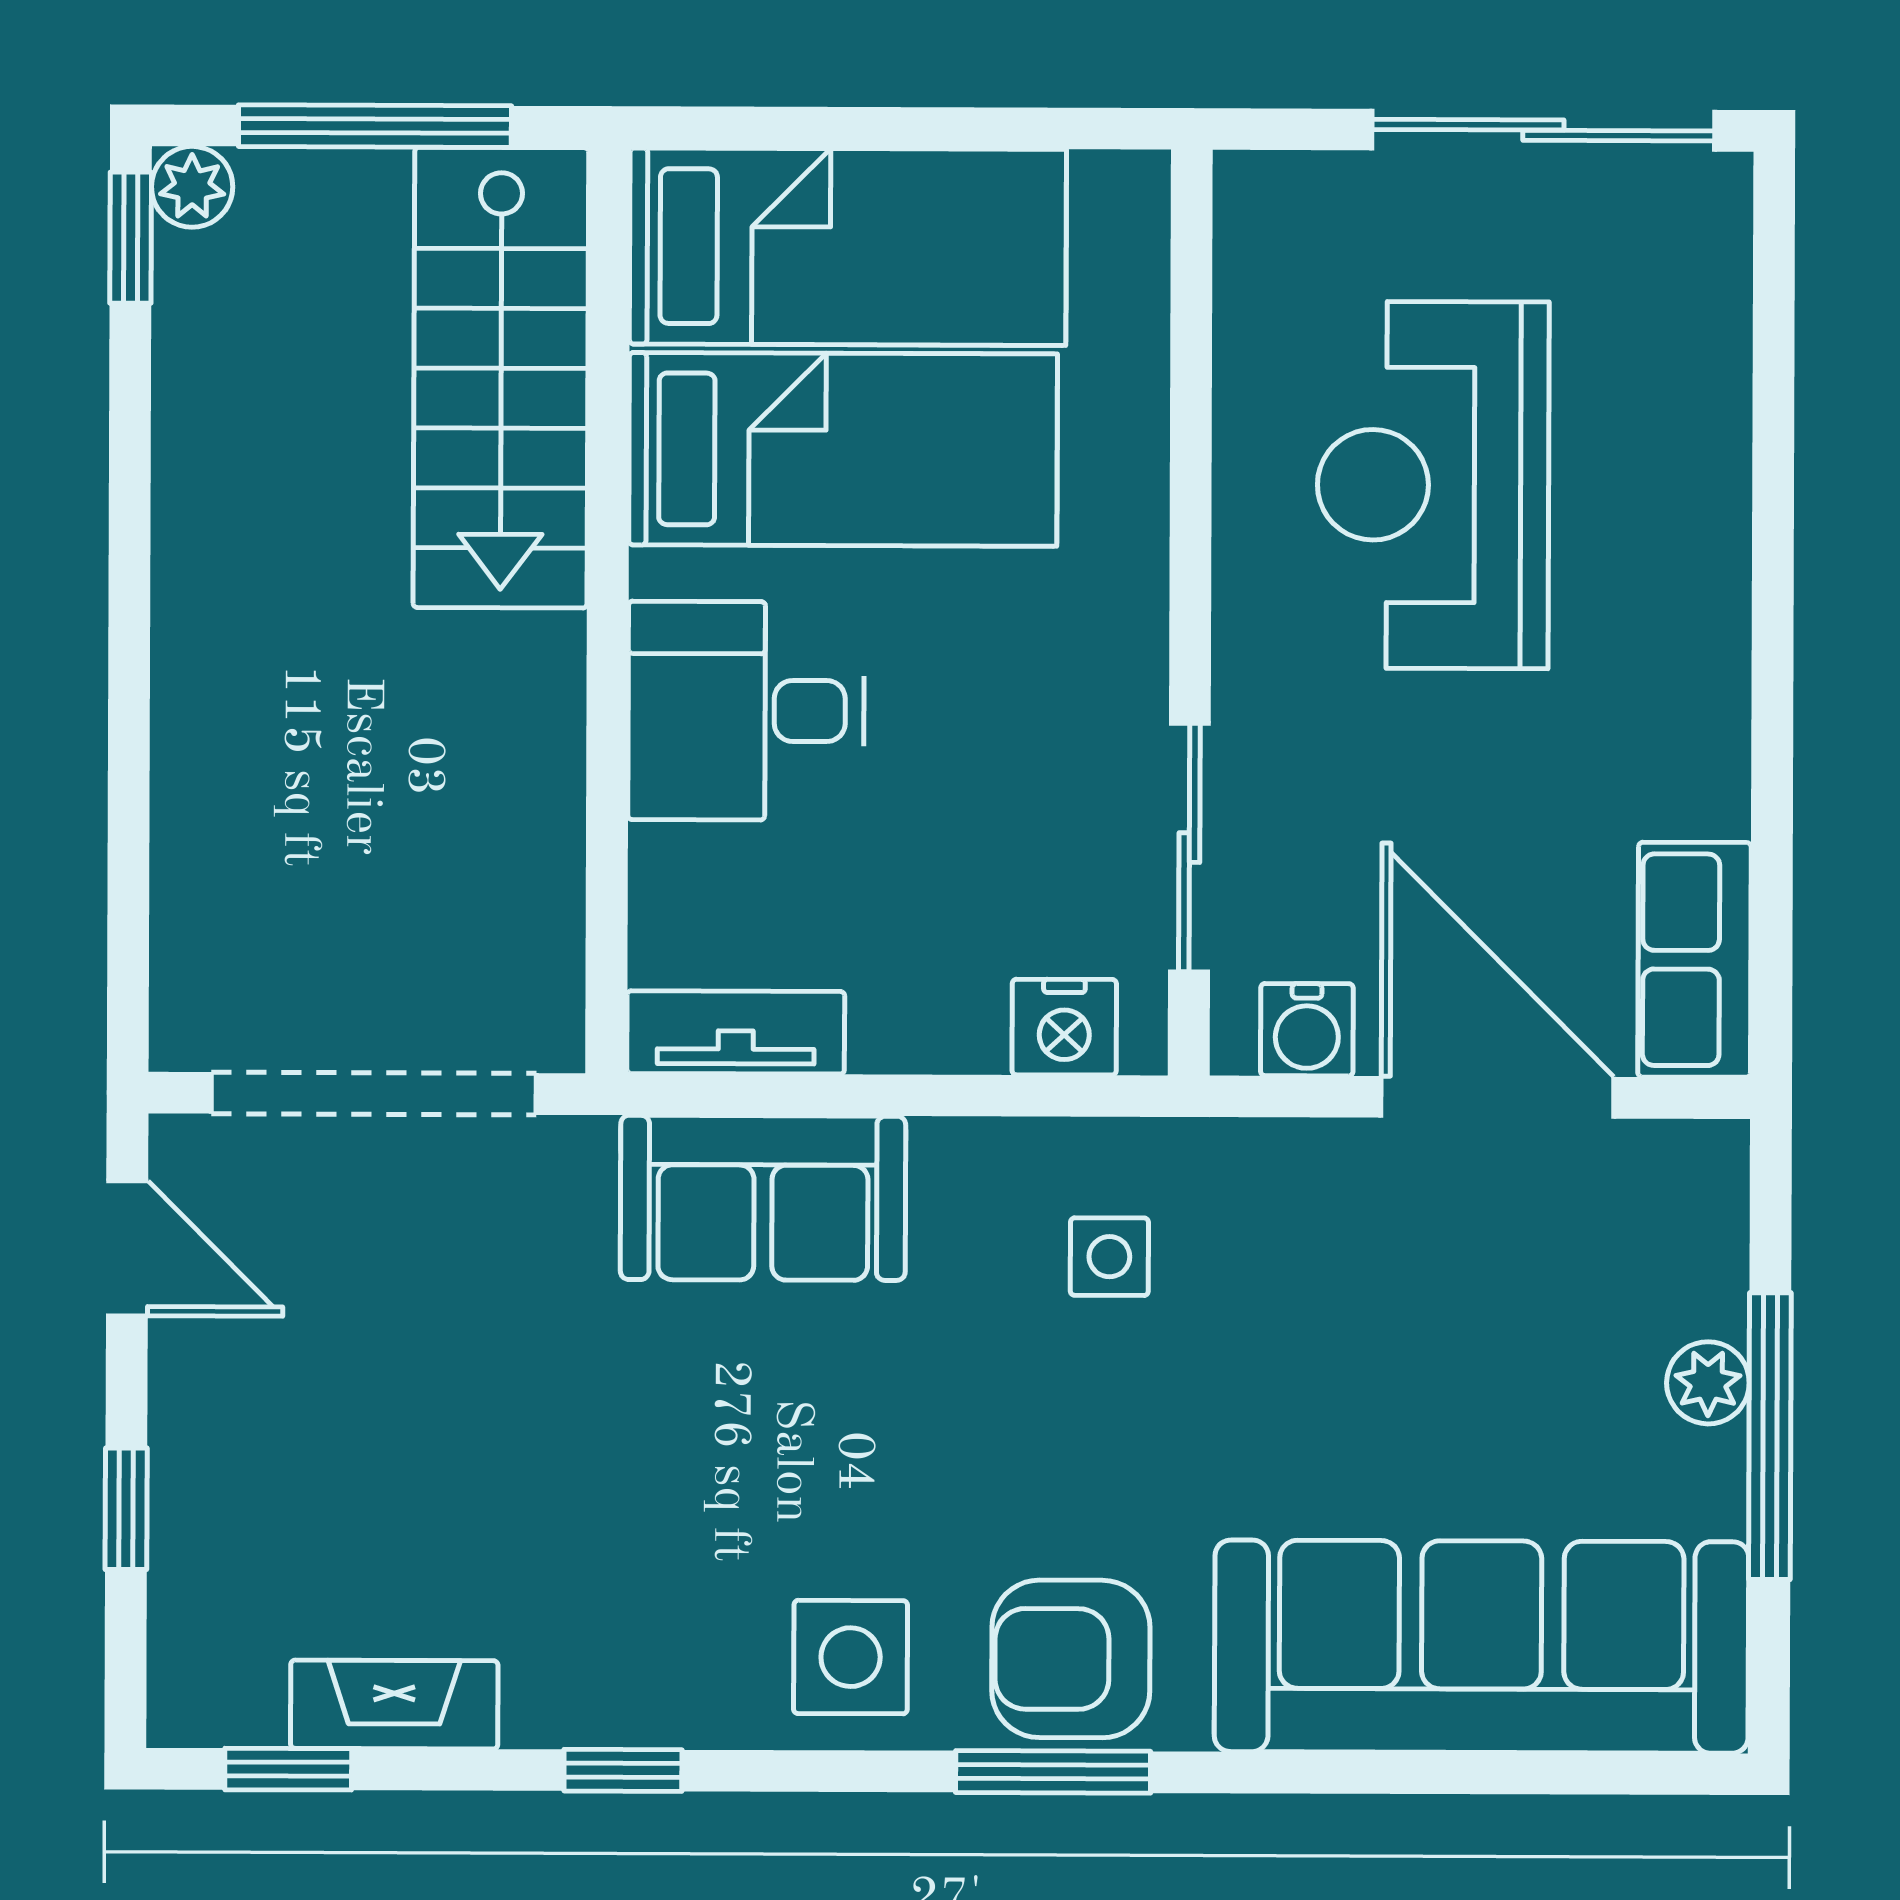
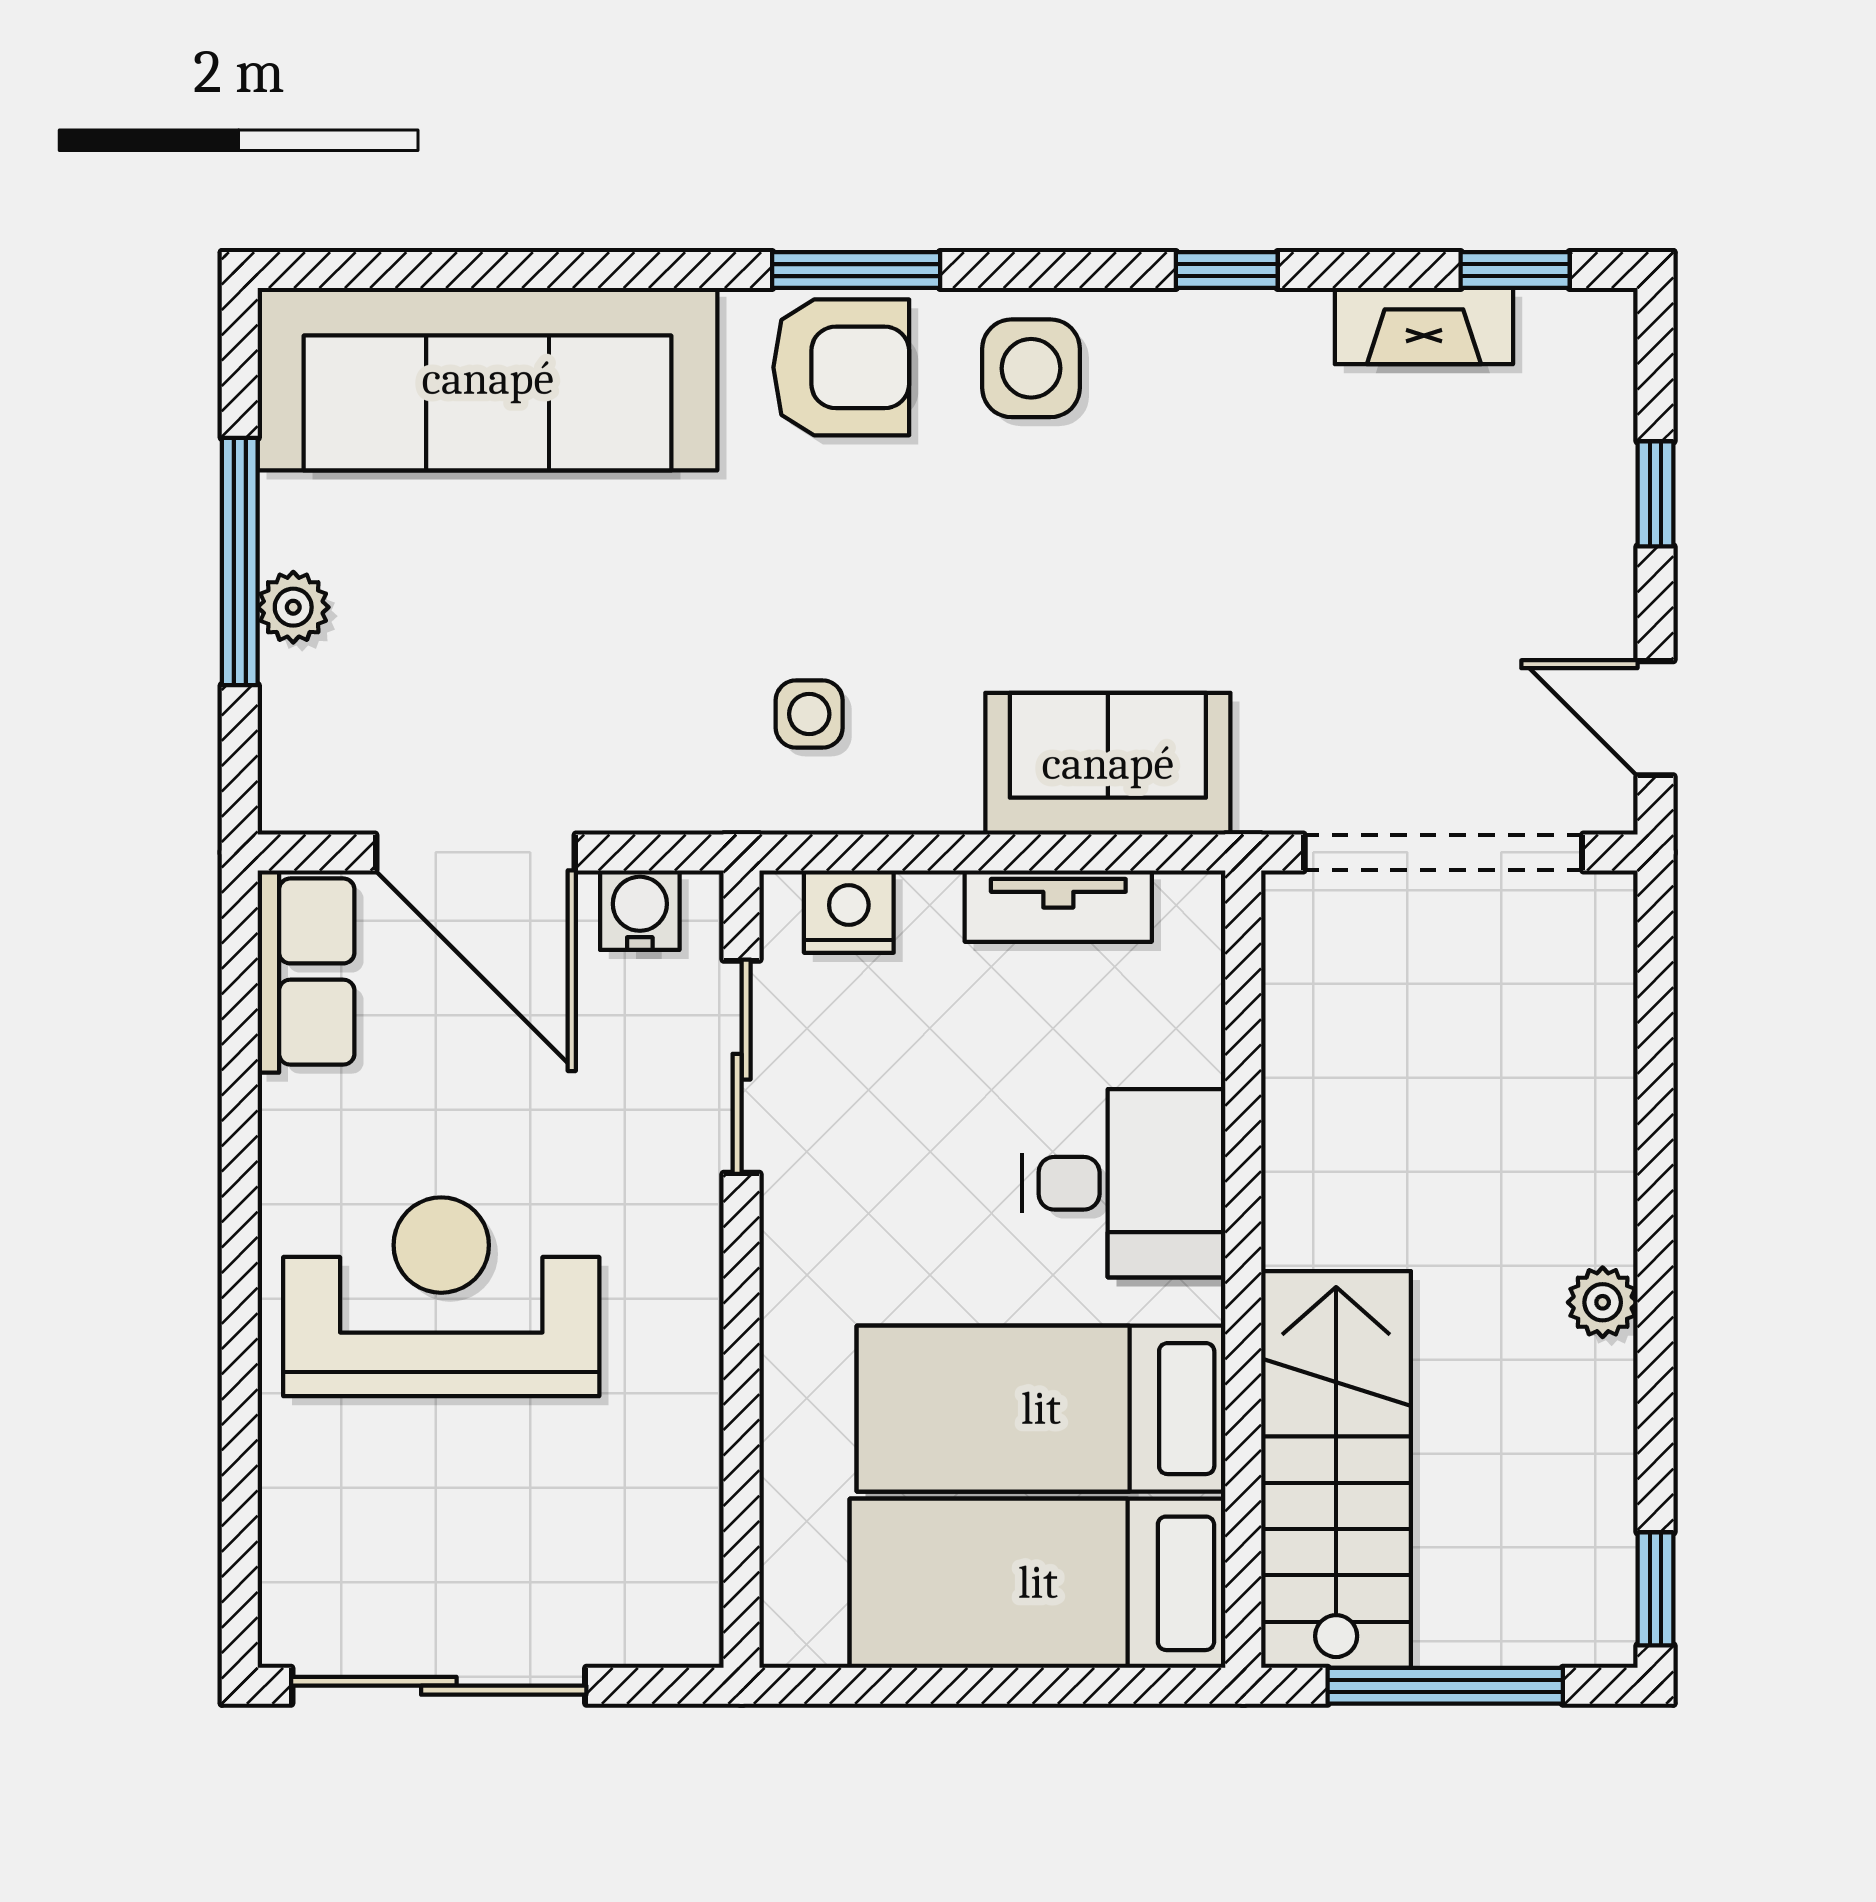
plant: (192, 187) -> (1603, 1302), moved
reception desk: (1433, 485) -> (441, 1297), moved, turned -90
tv unit: (736, 1032) -> (1058, 906), moved

